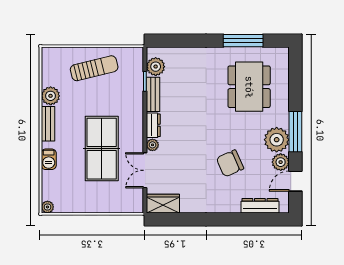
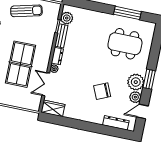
dining table: (249, 87) -> (125, 44), turned 90
window: (295, 132) -> (149, 79), width x0.69

